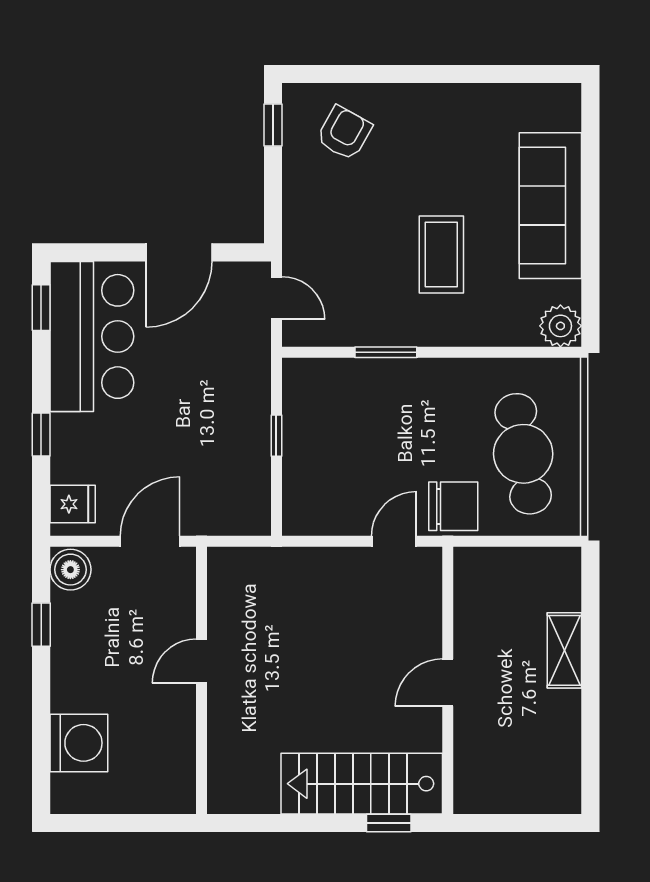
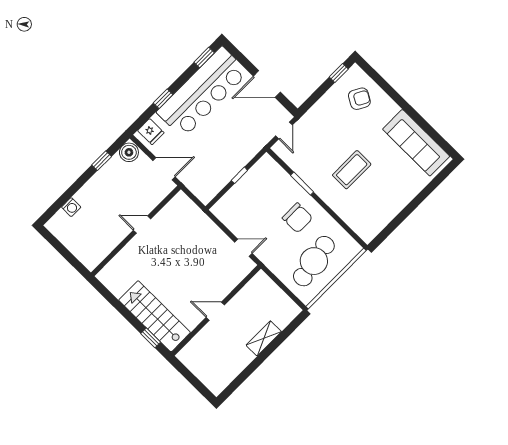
sofa: (550, 206) -> (416, 143), moved, turned -90
plant: (560, 326) -> (367, 231), removed
bar counter: (92, 336) -> (202, 92), width x1.36
chair: (453, 506) -> (297, 218), moved
washing machine: (79, 743) -> (71, 207), width x0.53, depth x0.53

